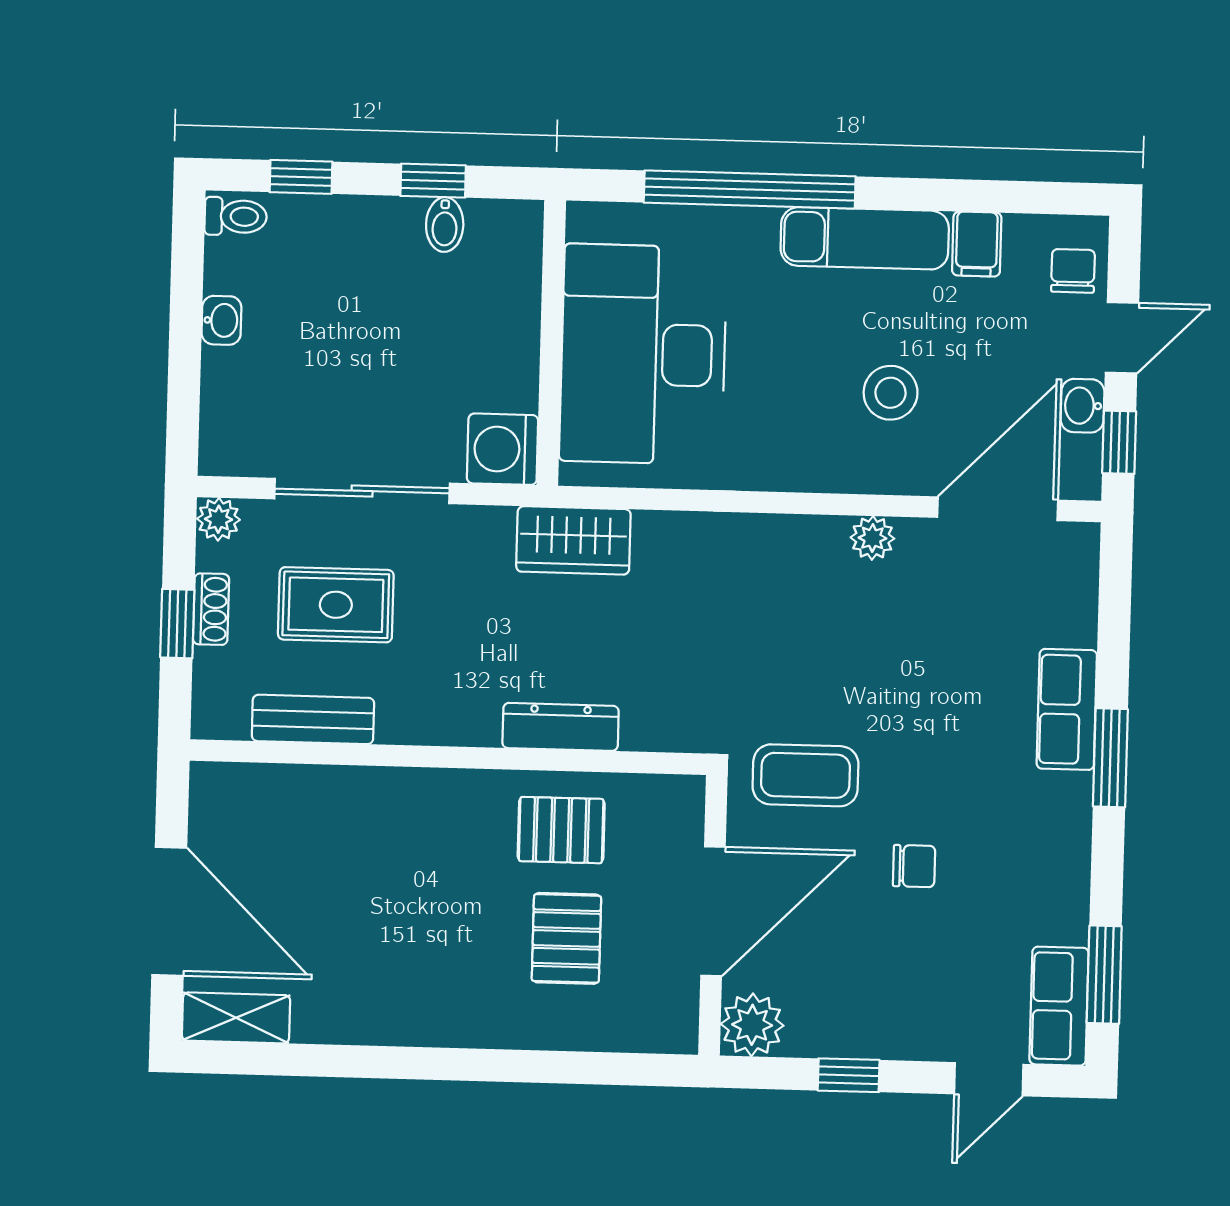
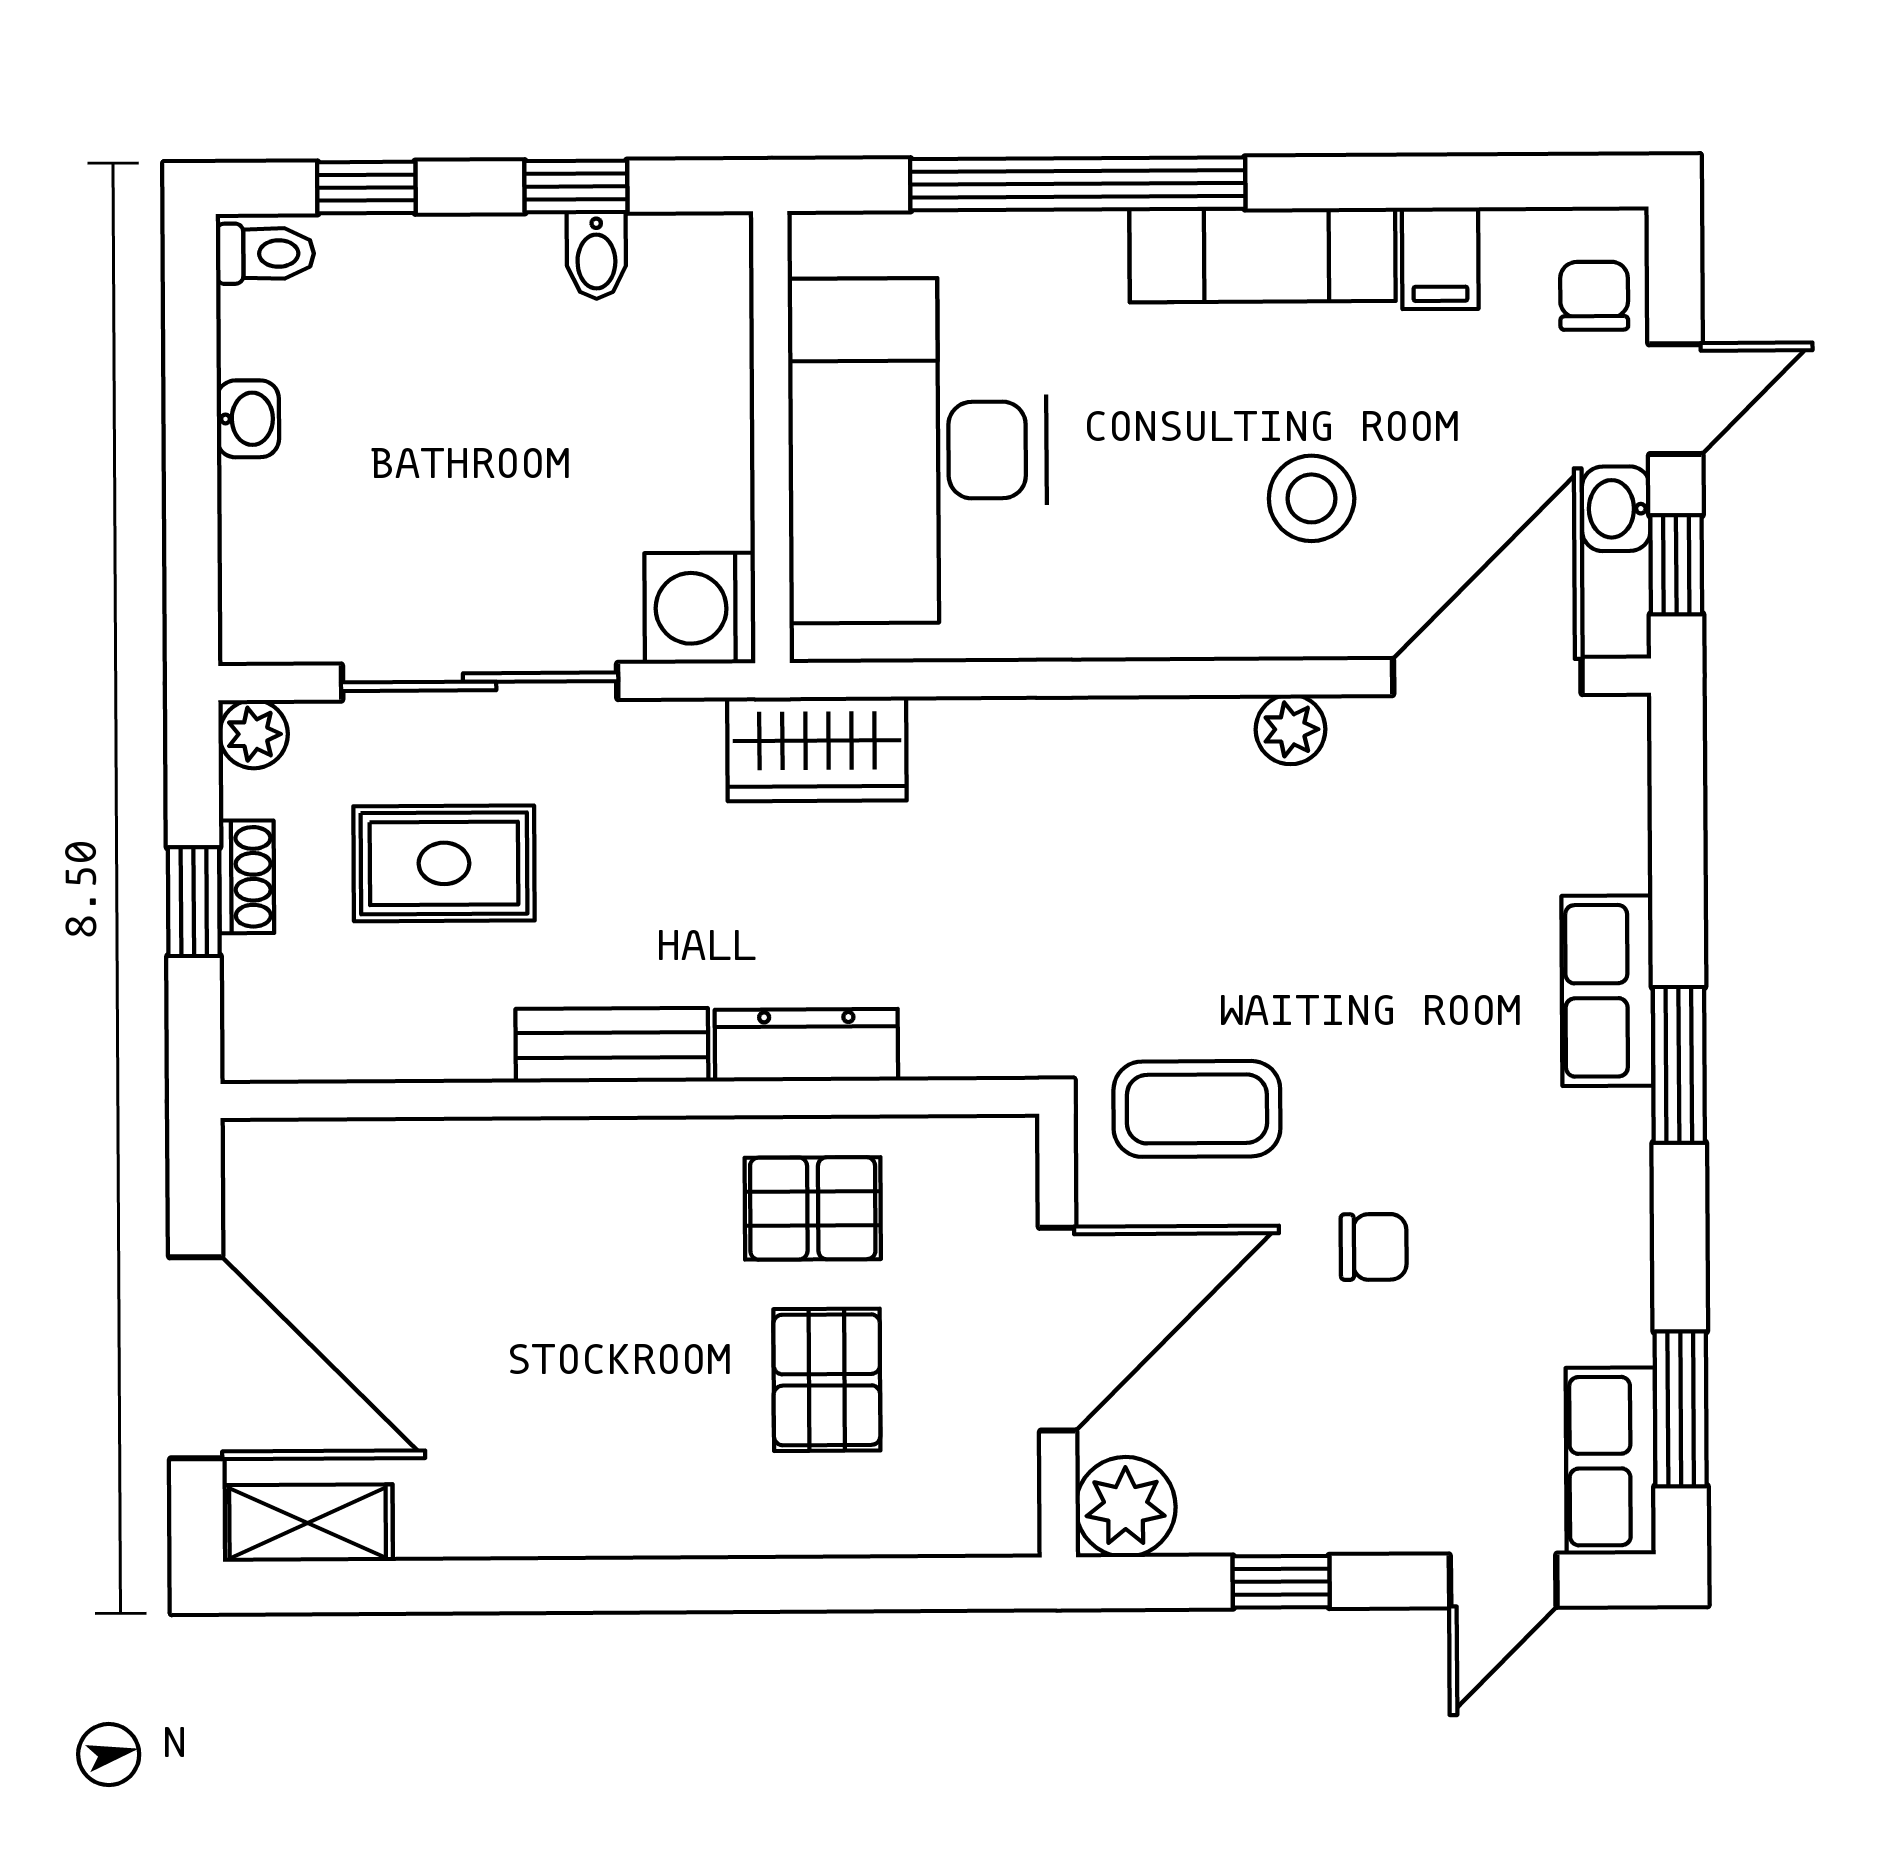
bench: (313, 719) -> (612, 1045), moved

